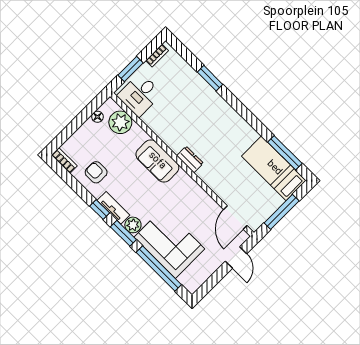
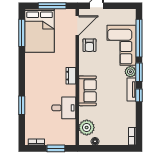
desk: (140, 95) -> (64, 108), moved
bed: (274, 168) -> (40, 31), width x1.50
armchair: (96, 172) -> (89, 45), moved

